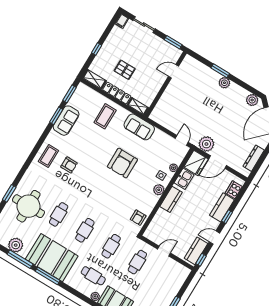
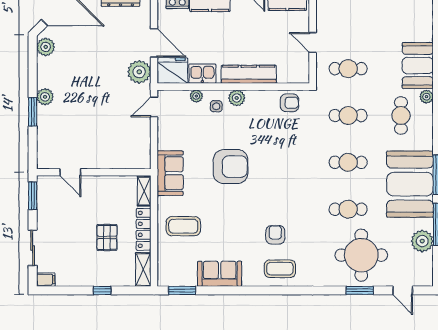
window: (56, 116) -> (221, 290), removed
kitchen counter: (171, 199) -> (249, 74), width x1.50

